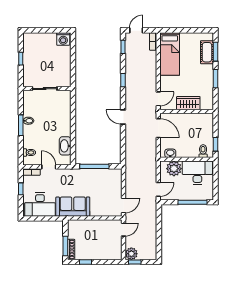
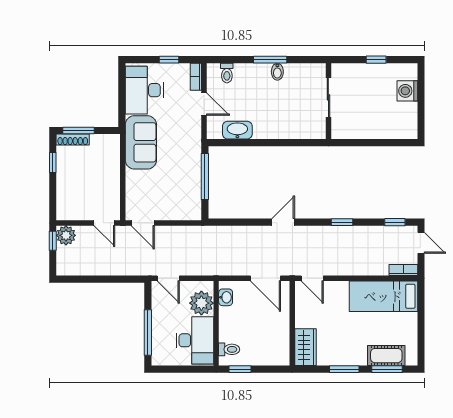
washing machine: (63, 39) -> (407, 91), moved
wardrobe: (188, 103) -> (305, 347), moved
door: (158, 128) -> (265, 278), hinge flipped
door: (49, 167) -> (204, 104), hinge flipped

